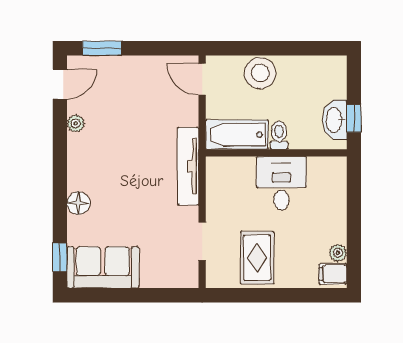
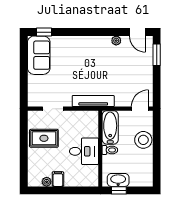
floor lamp: (78, 203) -> (73, 42), removed
filing cabinet: (333, 274) -> (58, 179), moved

